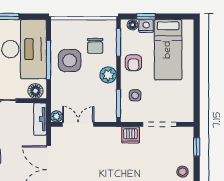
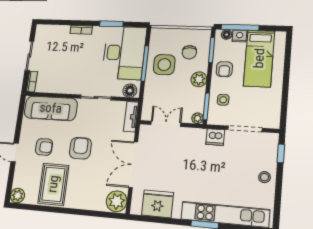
window: (146, 16) -> (240, 27), width x2.17
plant: (57, 116) -> (197, 118), moved

